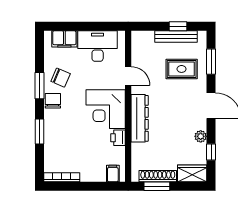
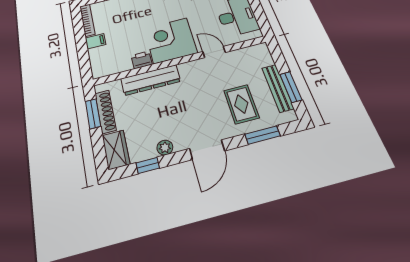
window: (178, 26) -> (291, 87), width x1.50
door: (128, 76) -> (214, 52), swing flipped
dresser: (140, 118) -> (151, 80), moved
filing cabinet: (113, 173) -> (95, 41), moved

